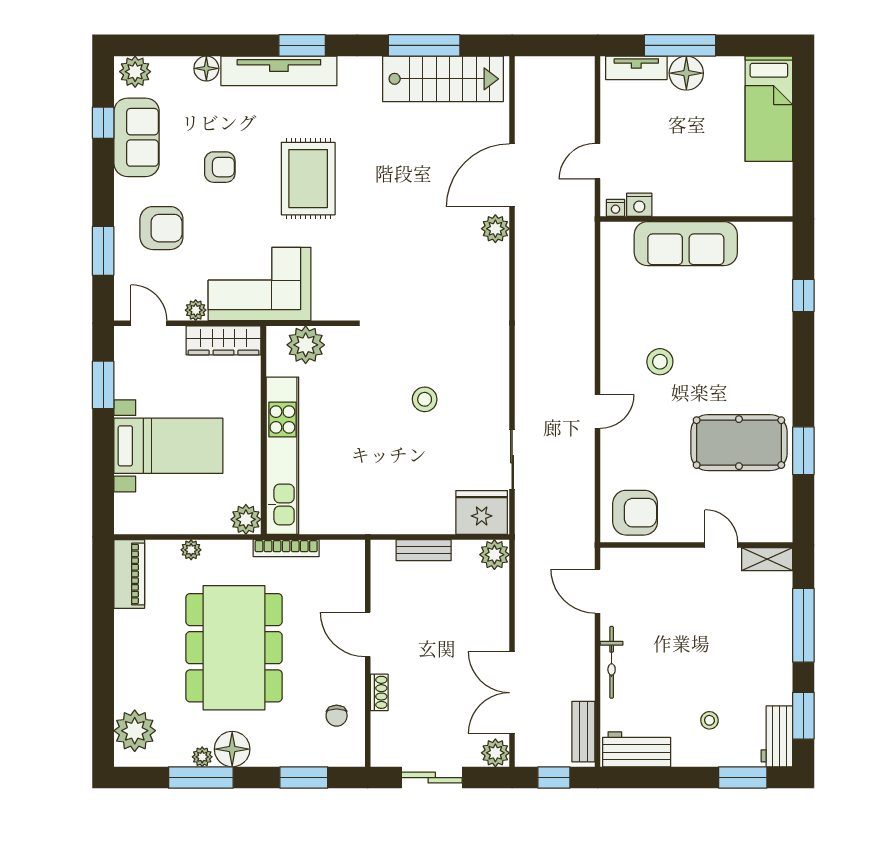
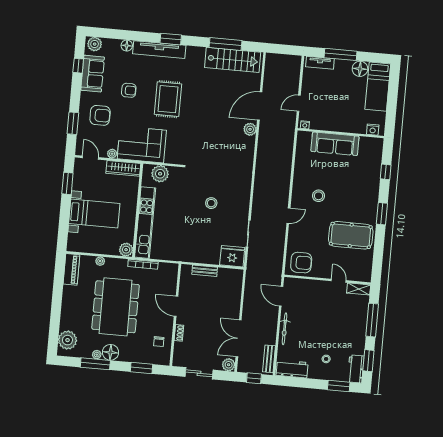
floor lamp: (686, 73) -> (360, 69), moved
nightstand: (639, 205) -> (373, 130), moved
window: (803, 451) -> (382, 214), moved
plant: (494, 555) -> (236, 276), removed

